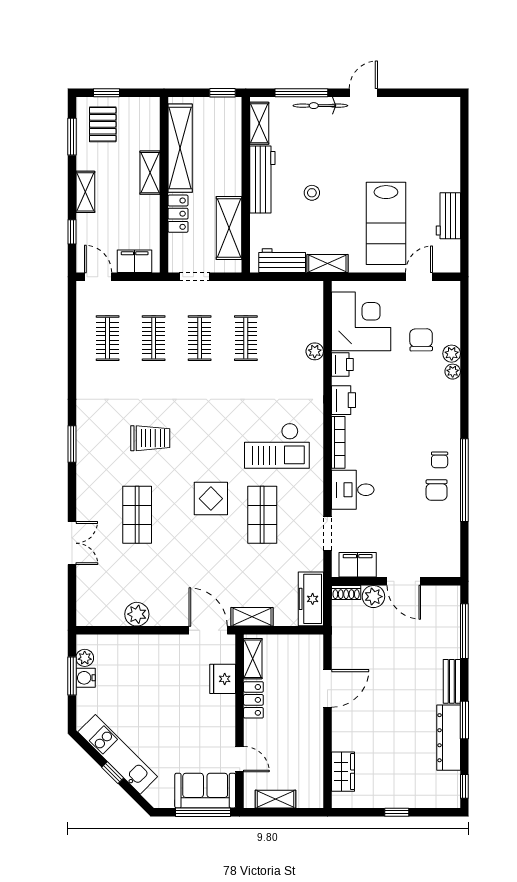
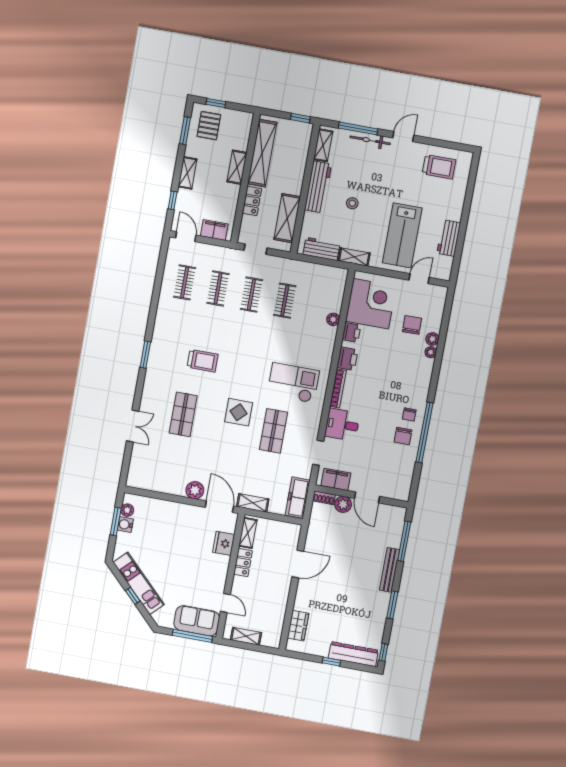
trolley: (418, 124) -> (439, 167), added
checkout: (277, 446) -> (293, 383), turned 180
plant: (137, 614) -> (195, 490), moved
bench: (452, 681) -> (390, 570), width x1.36
dresser: (449, 738) -> (353, 654), moved, turned 90

